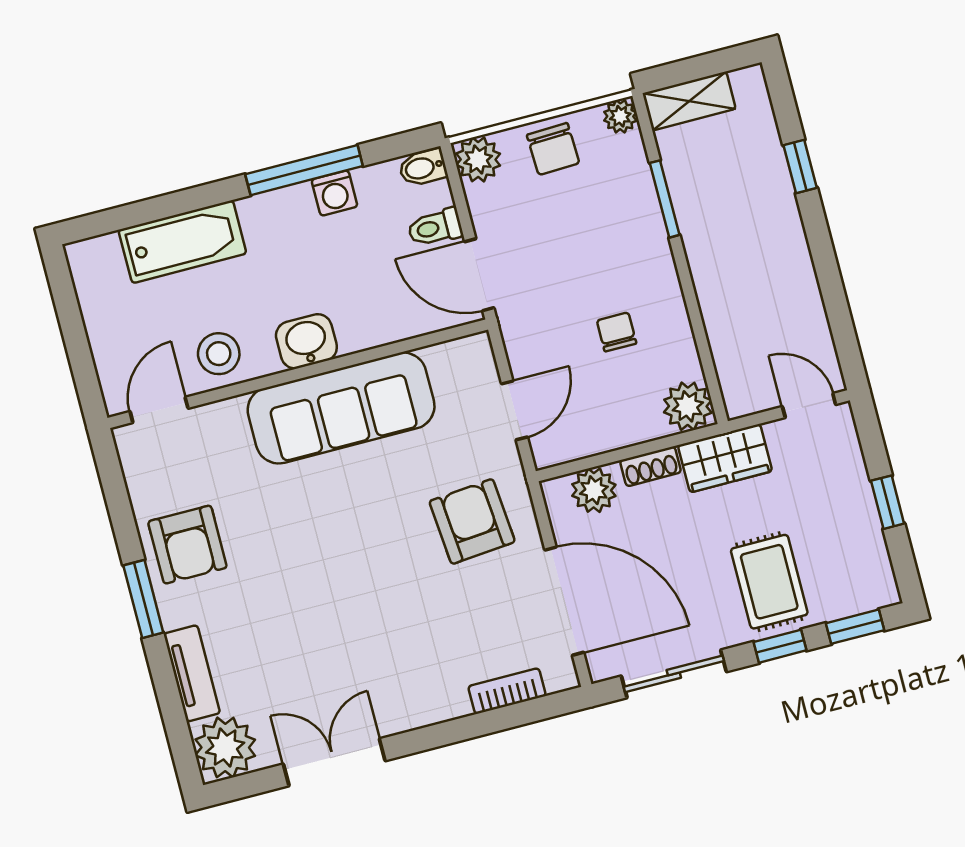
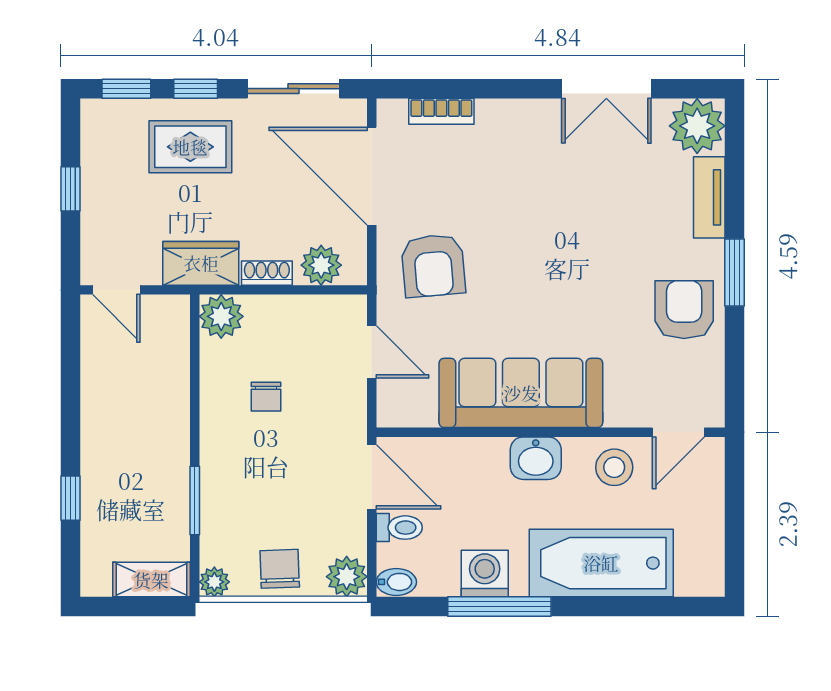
washing machine: (334, 193) -> (485, 573), width x1.38, depth x1.38
bathtub: (182, 242) -> (601, 563), width x1.36, depth x1.36
door: (515, 410) -> (372, 352), swing flipped
rug: (769, 582) -> (190, 147), turned 90

